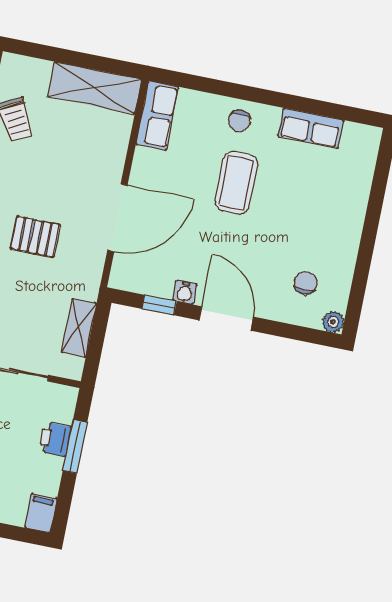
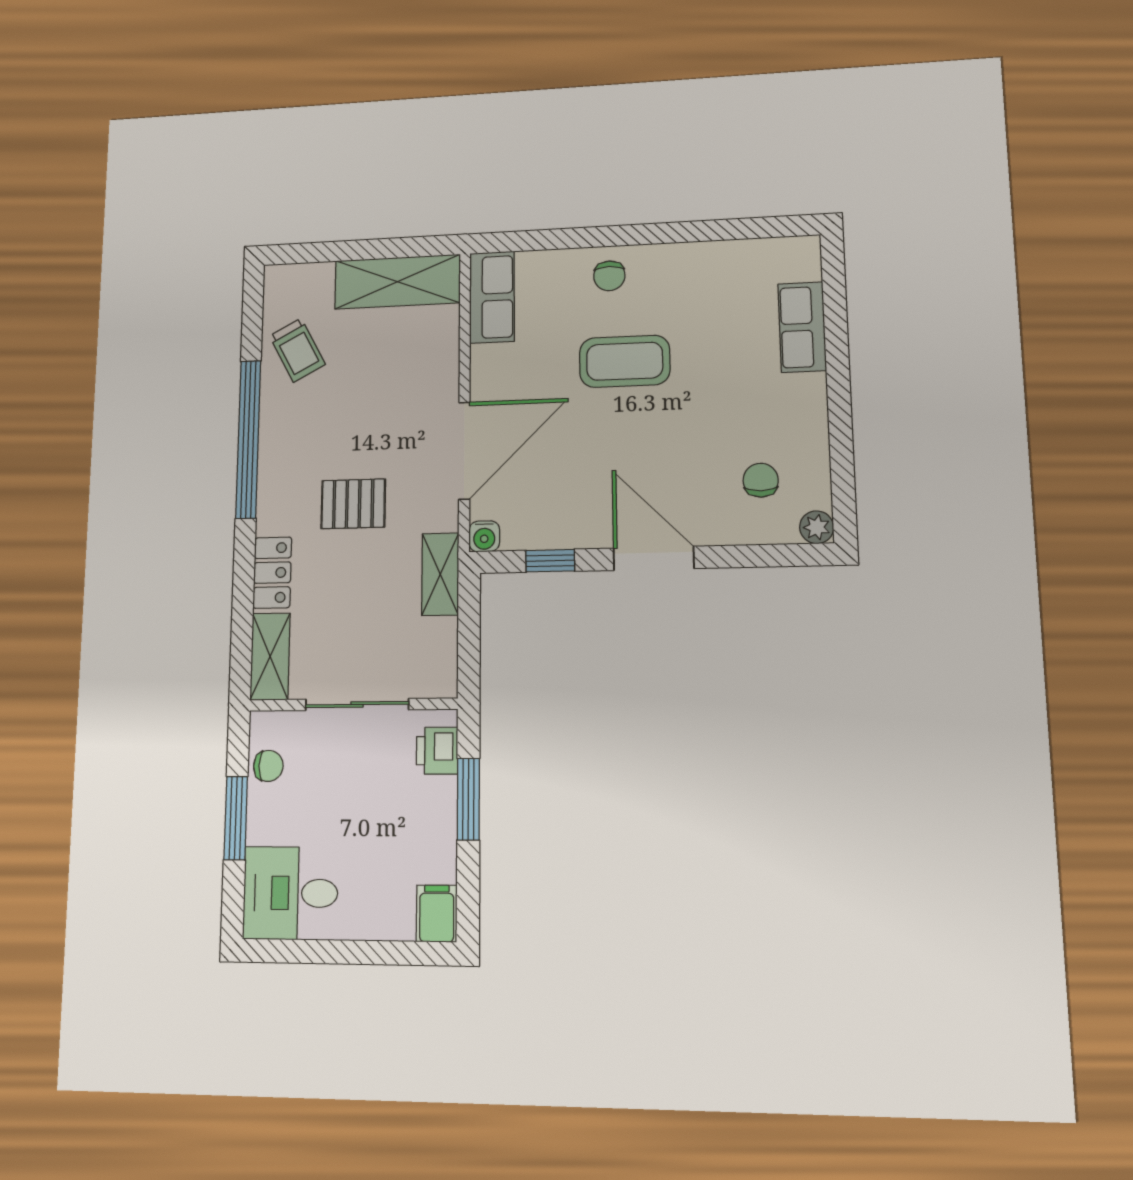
row of seats: (311, 128) -> (802, 327), moved, turned 90
coffee table: (236, 183) -> (625, 361), turned 90
water cooler: (185, 292) -> (484, 536), moved
shelving: (79, 328) -> (440, 574), moved
printer: (55, 439) -> (437, 751), moved

